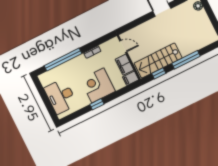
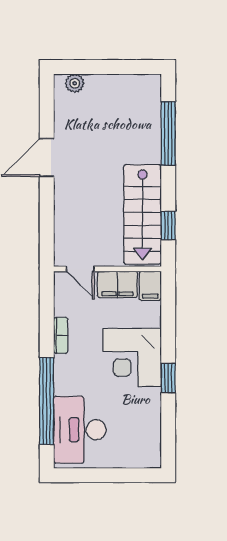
door: (123, 46) -> (80, 269), swing flipped
window: (186, 60) -> (168, 133), moved
desk: (61, 96) -> (80, 430), moved, turned 90

